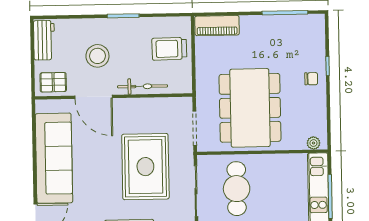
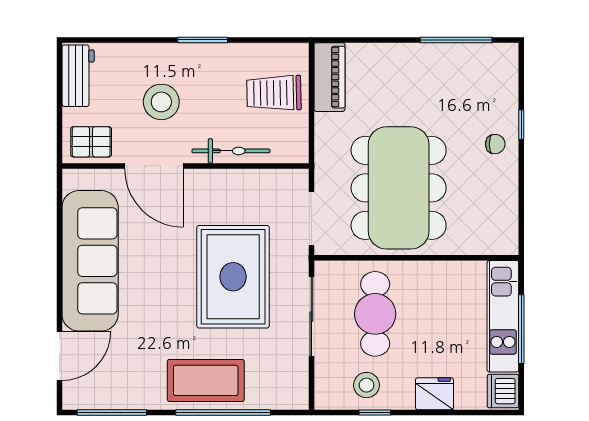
piano: (217, 26) -> (329, 77), moved, turned -90
plant: (313, 143) -> (497, 245), removed

